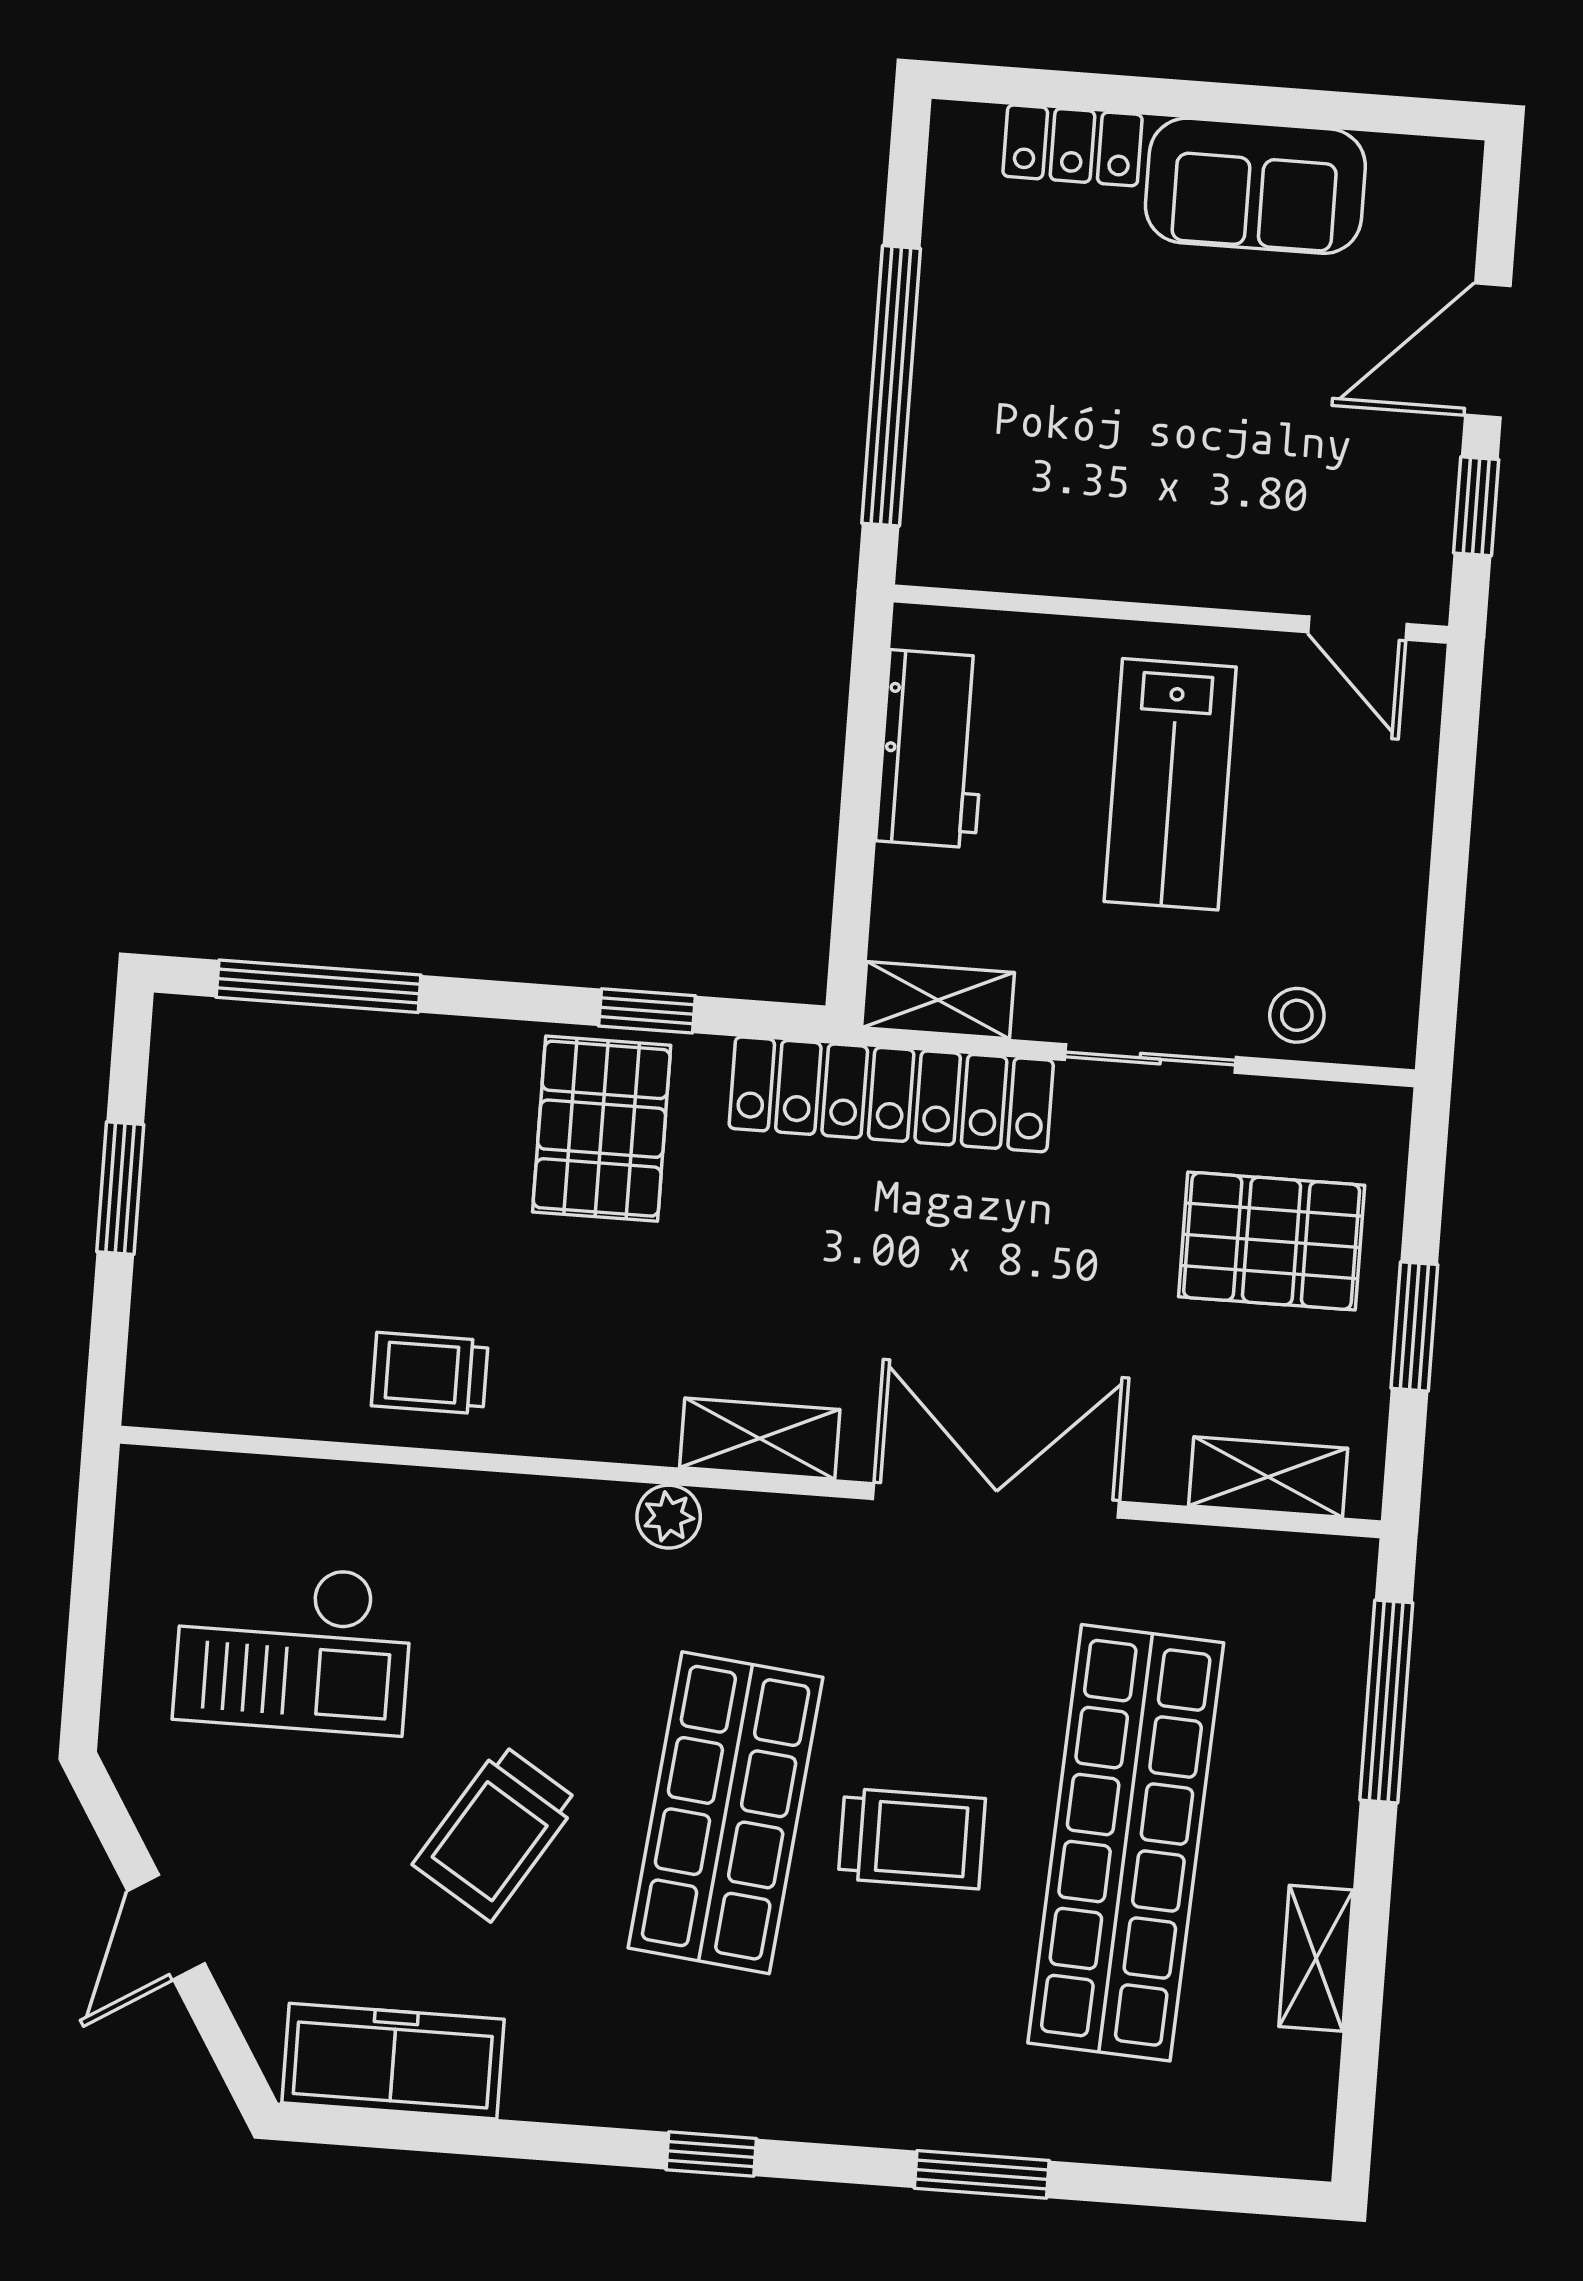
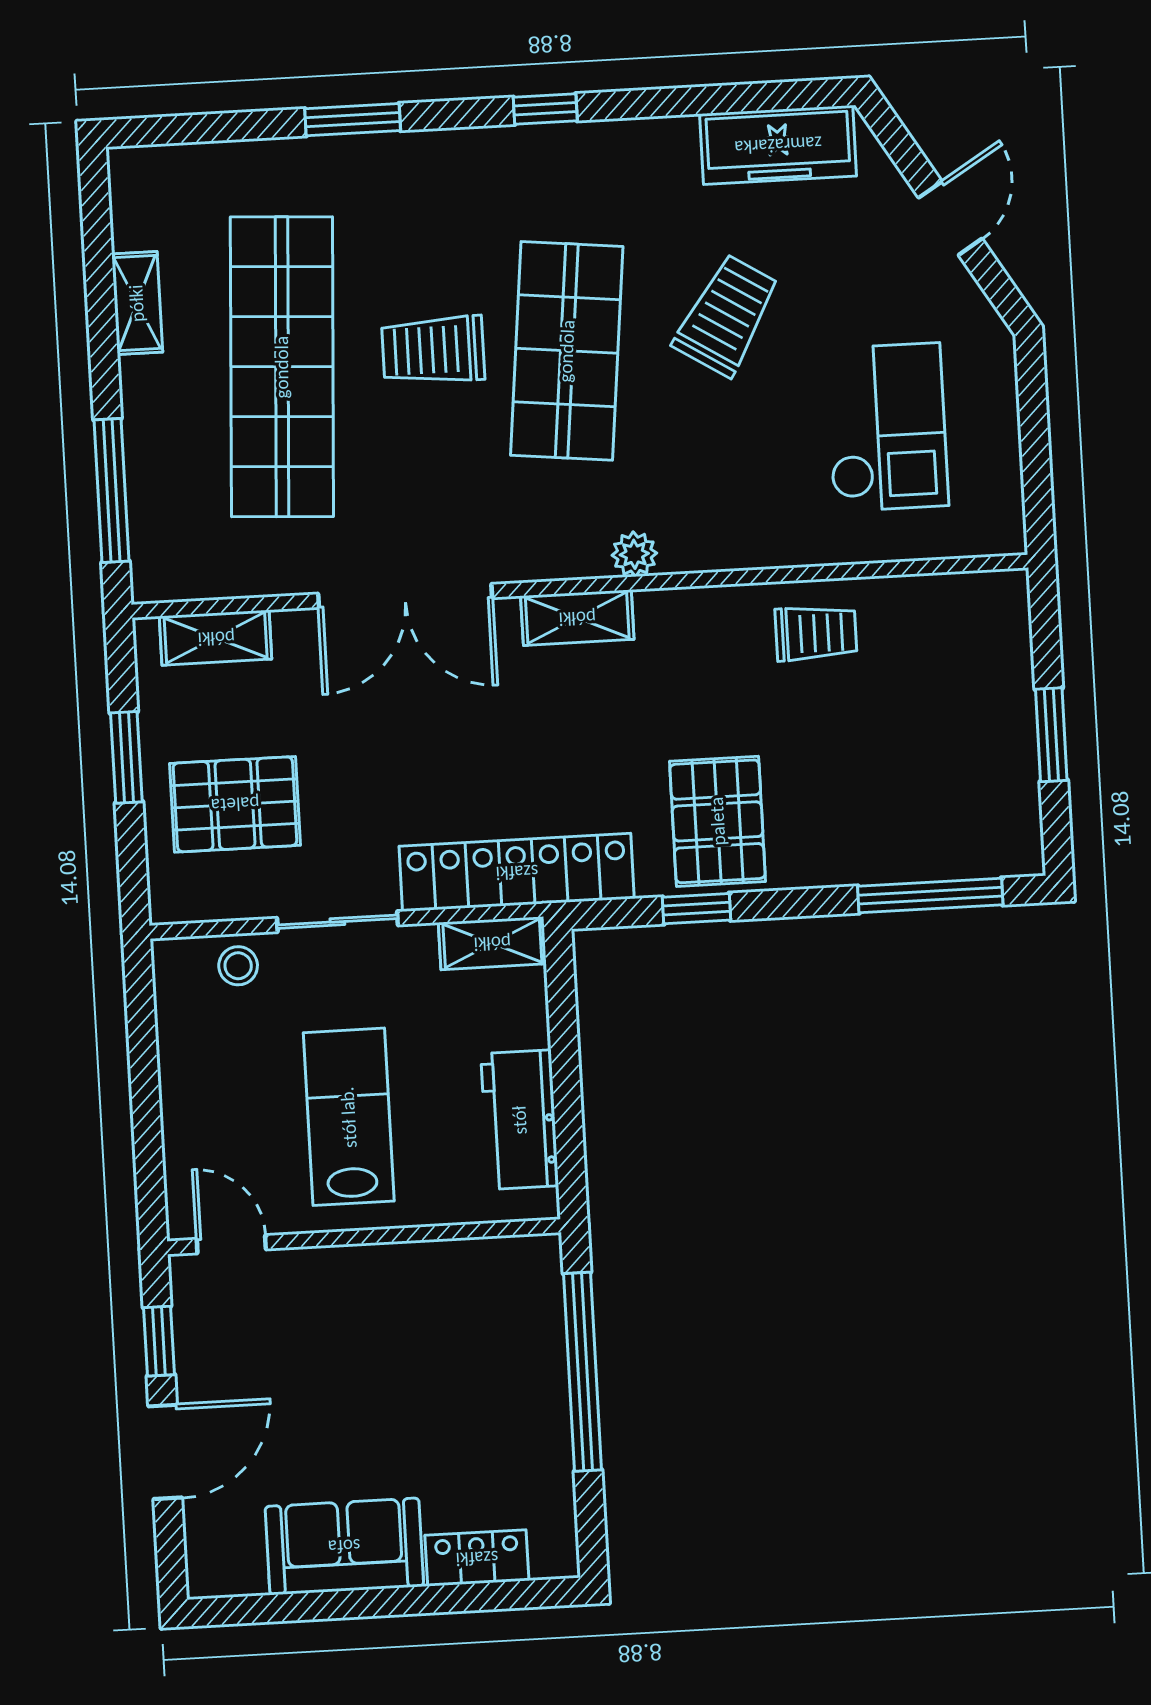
checkout: (293, 1647) -> (887, 427), turned 90

